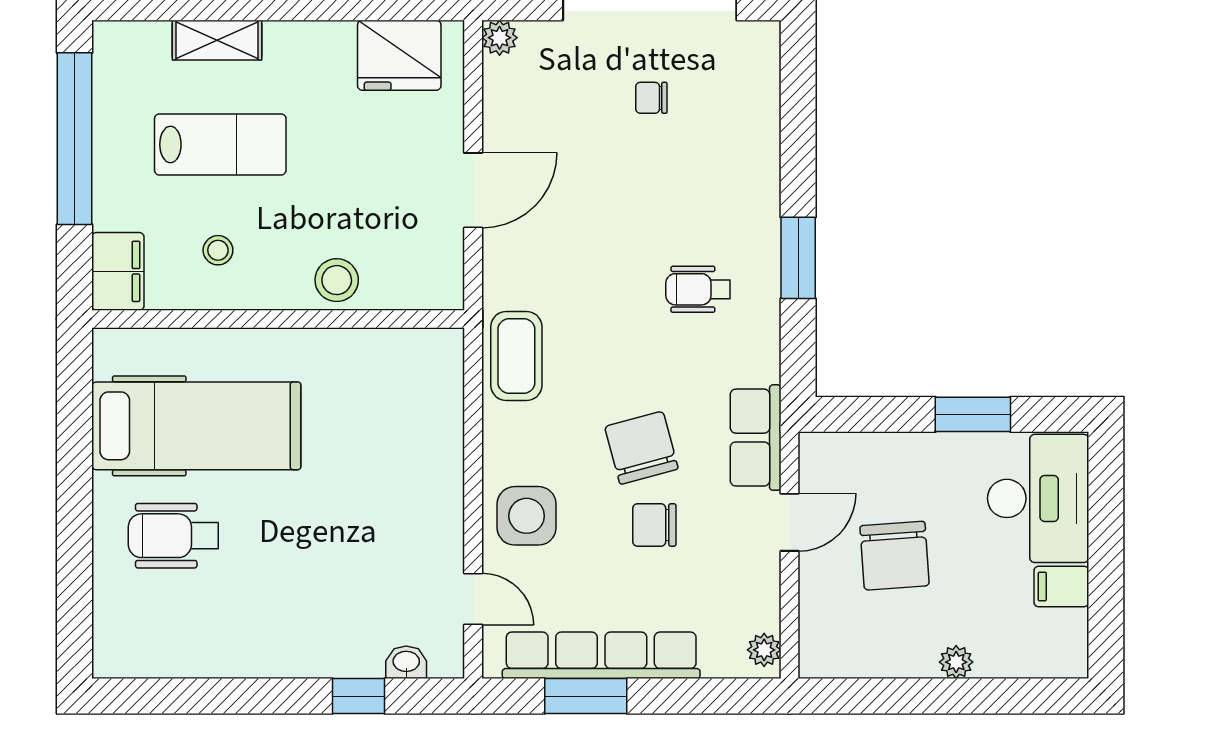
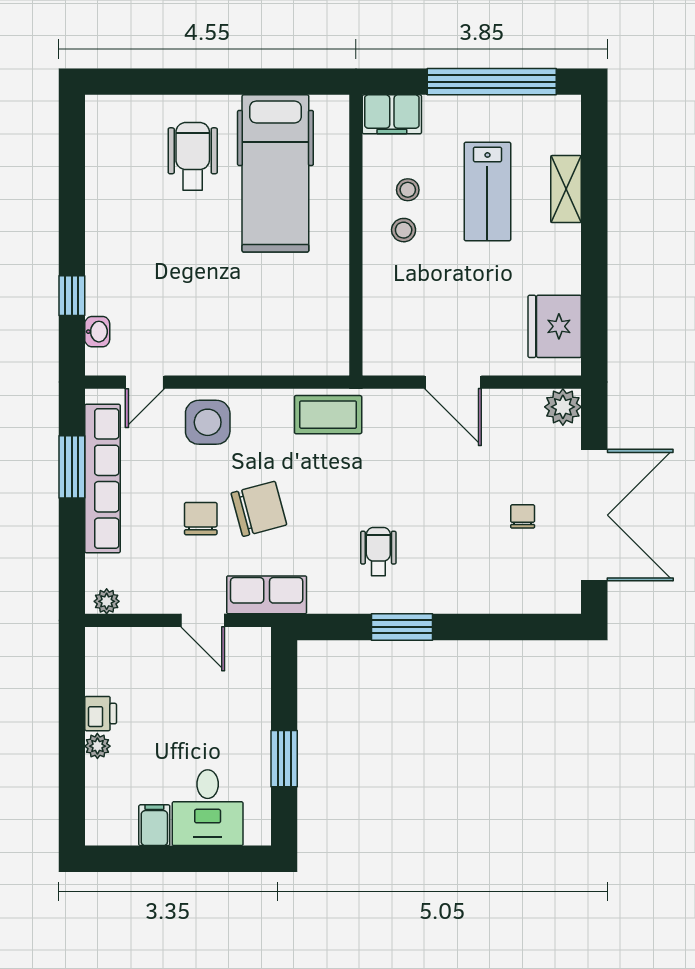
plant: (500, 38) -> (563, 407), width x1.38, depth x1.38
stool: (337, 280) -> (404, 230), moved, width x0.73, depth x0.73
desk: (1038, 498) -> (208, 808), width x0.73
chair: (895, 556) -> (178, 700), removed
printer: (913, 658) -> (101, 714), added

